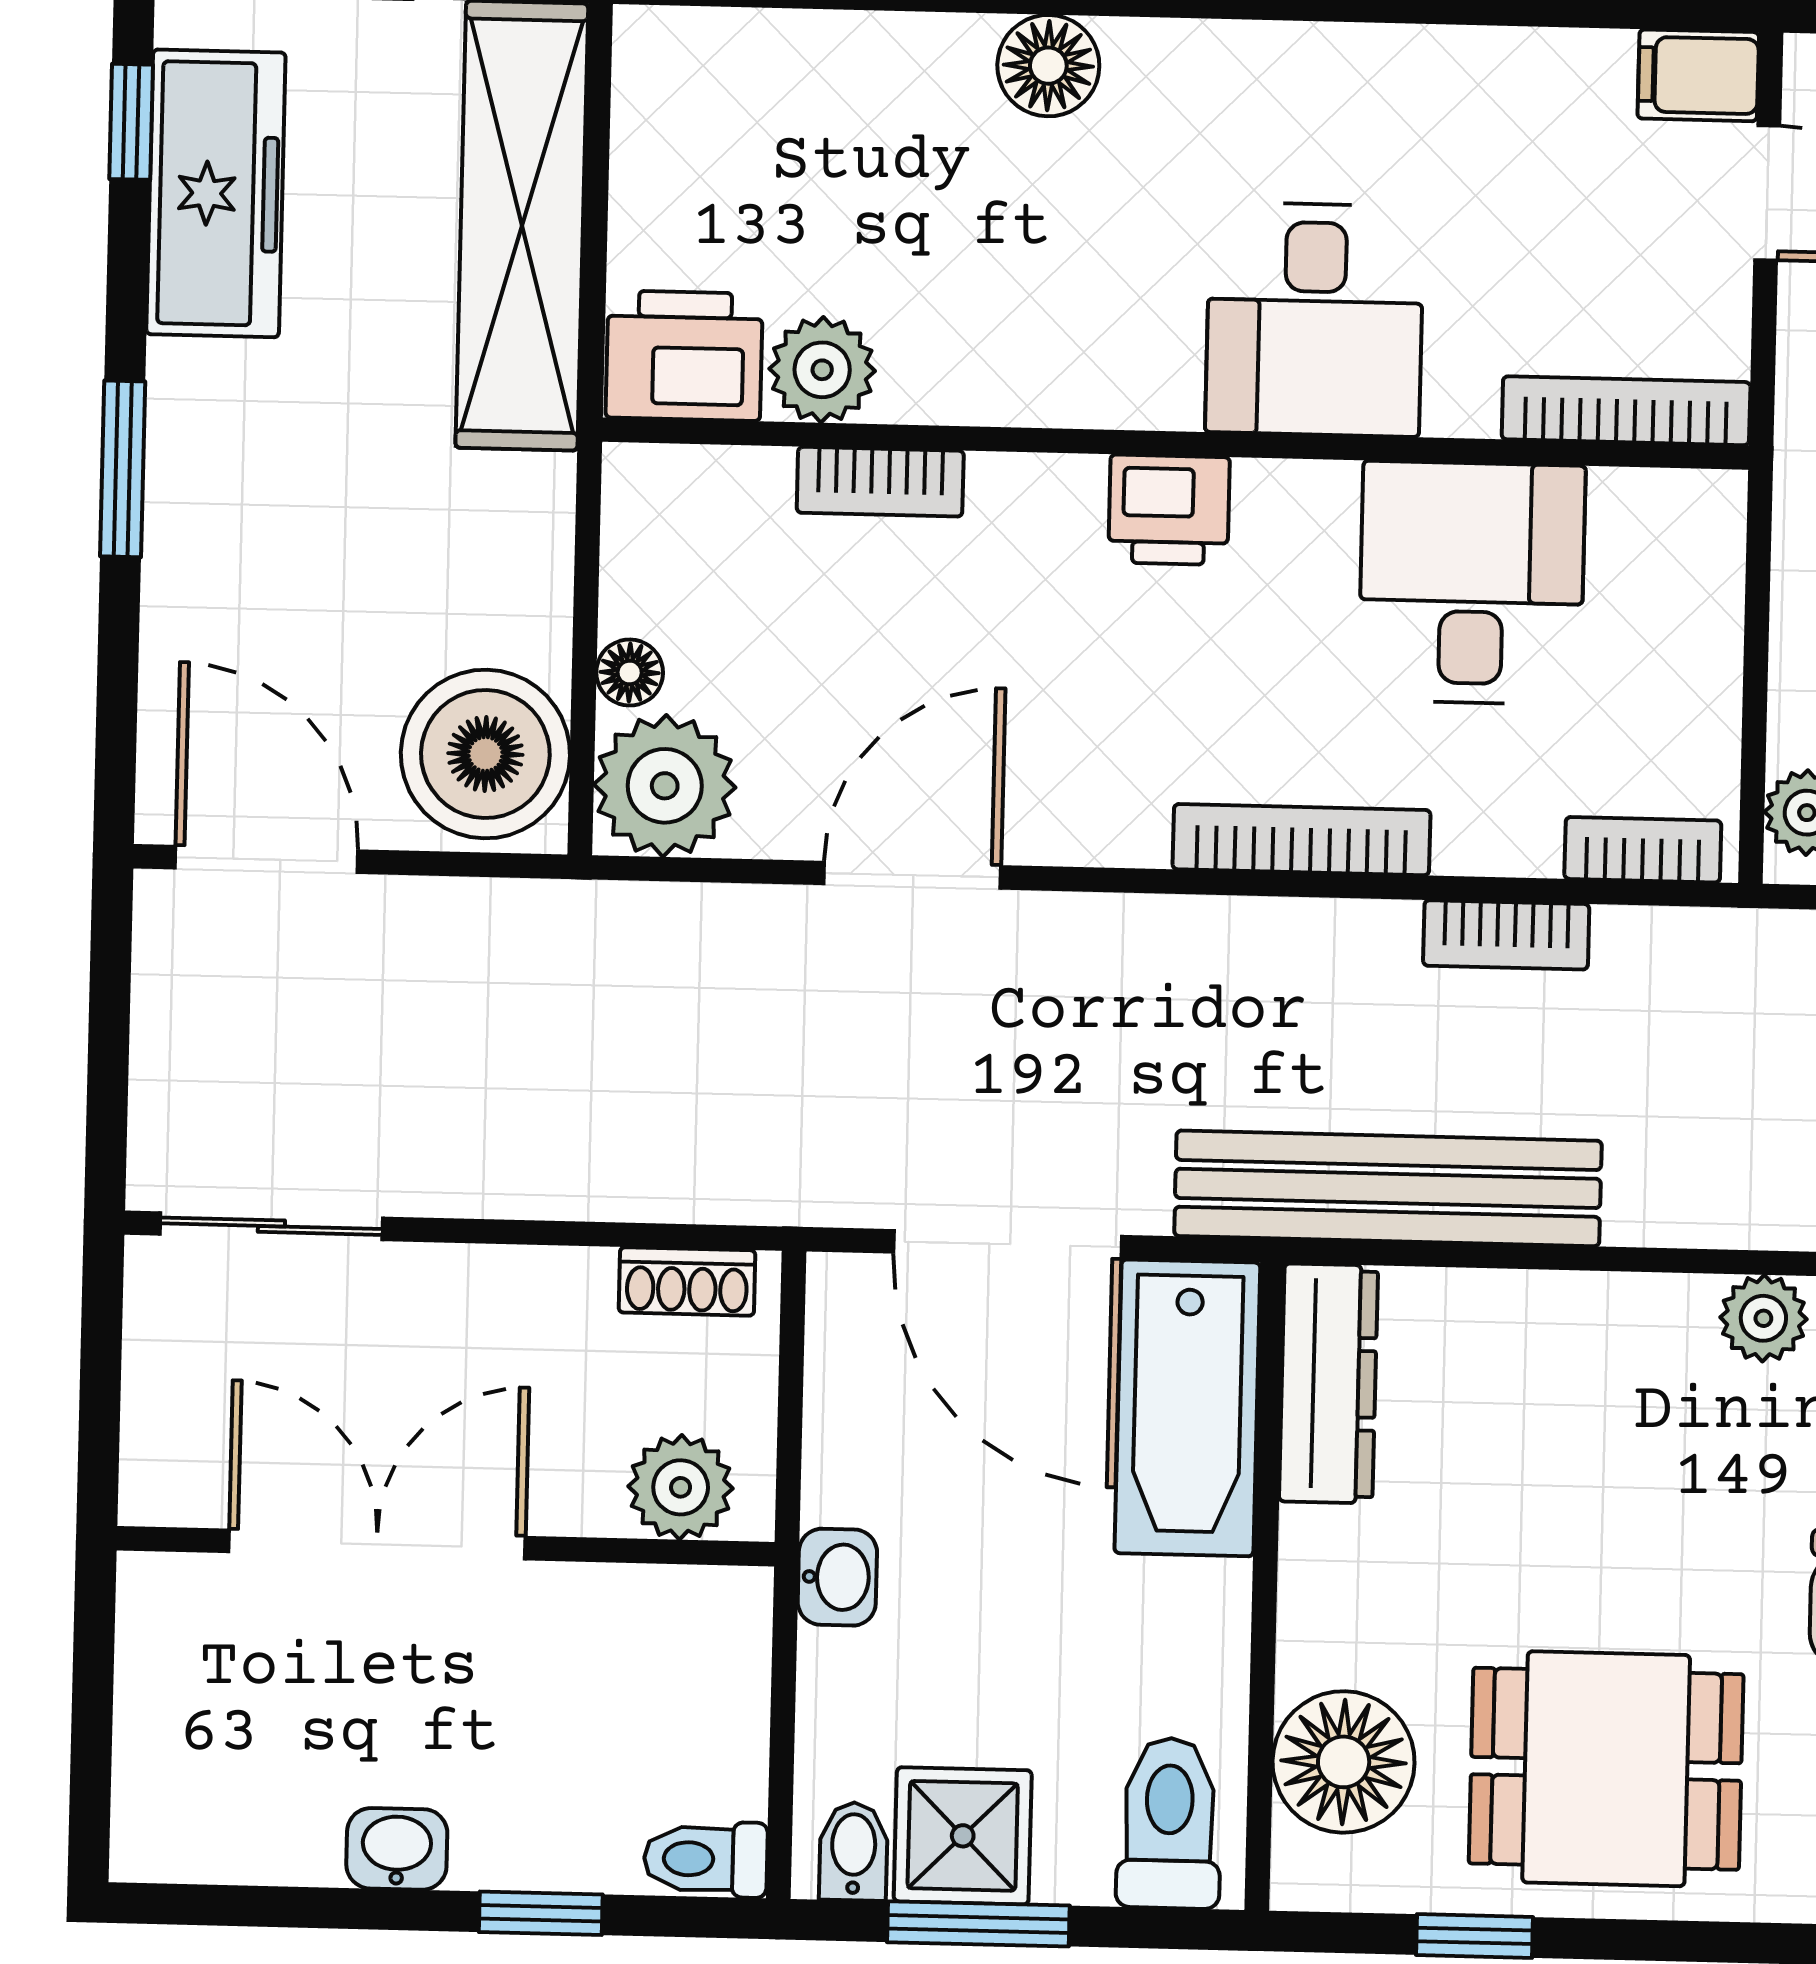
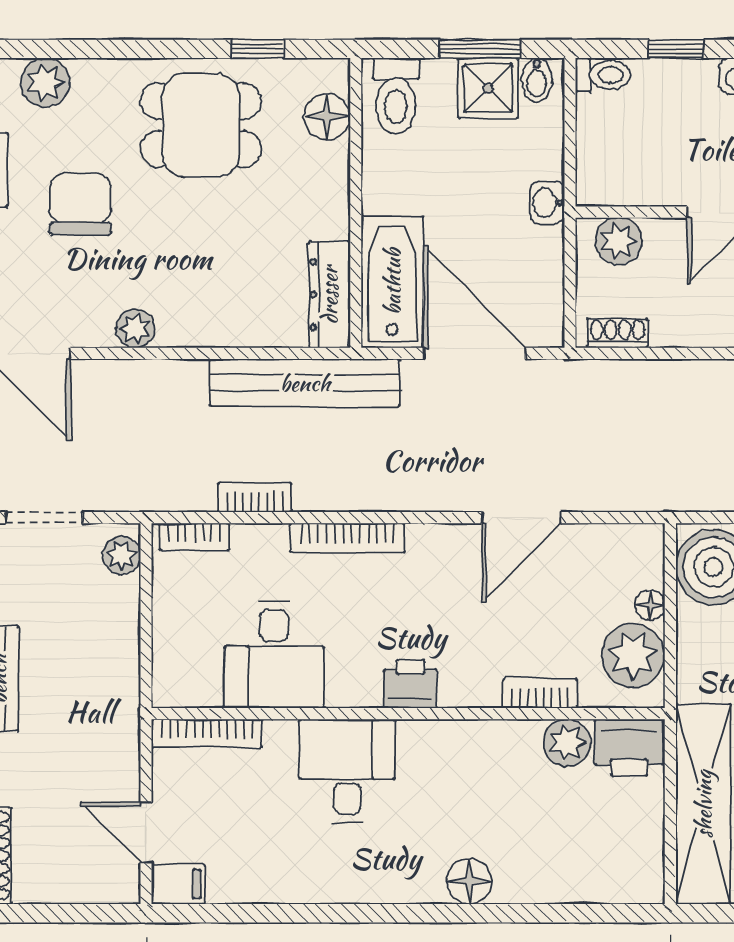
plant: (665, 786) -> (633, 656), moved
floor lamp: (1344, 1762) -> (327, 117), width x0.73, depth x0.73

